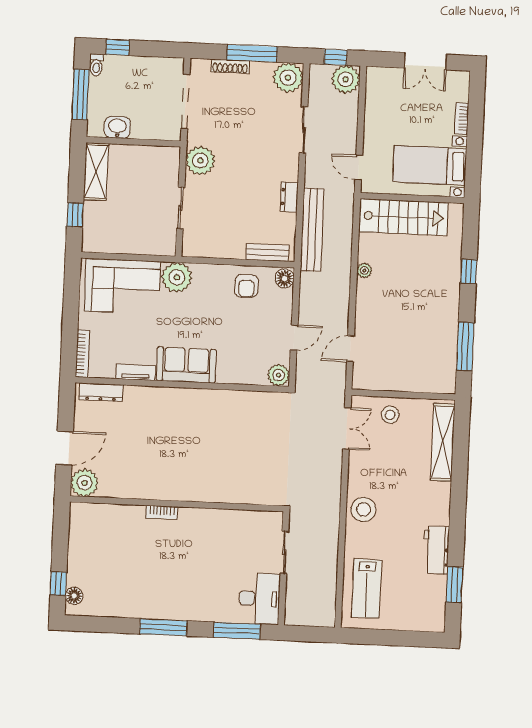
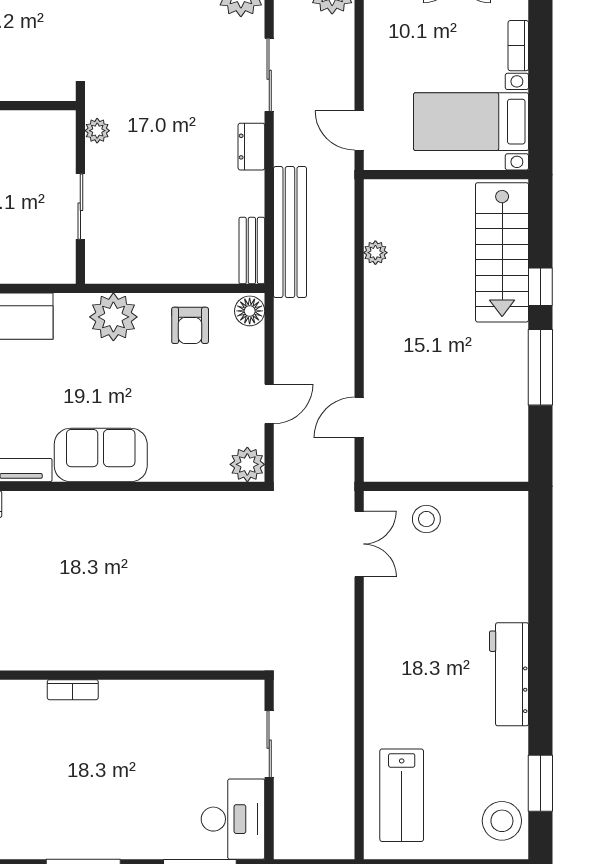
plant: (200, 161) -> (97, 131), width x0.53, depth x0.53
dresser: (289, 197) -> (251, 147), moved
stairs: (403, 217) -> (502, 252), moved, turned 90
bench: (267, 253) -> (252, 251), moved, turned 90
plant: (364, 270) -> (375, 253), moved
plant: (177, 277) -> (113, 317), moved
window: (465, 346) -> (540, 367), moved
shelving: (443, 442) -> (512, 559), removed
stool: (363, 509) -> (502, 821), moved
workbench: (436, 550) -> (509, 674), moved, width x1.38

